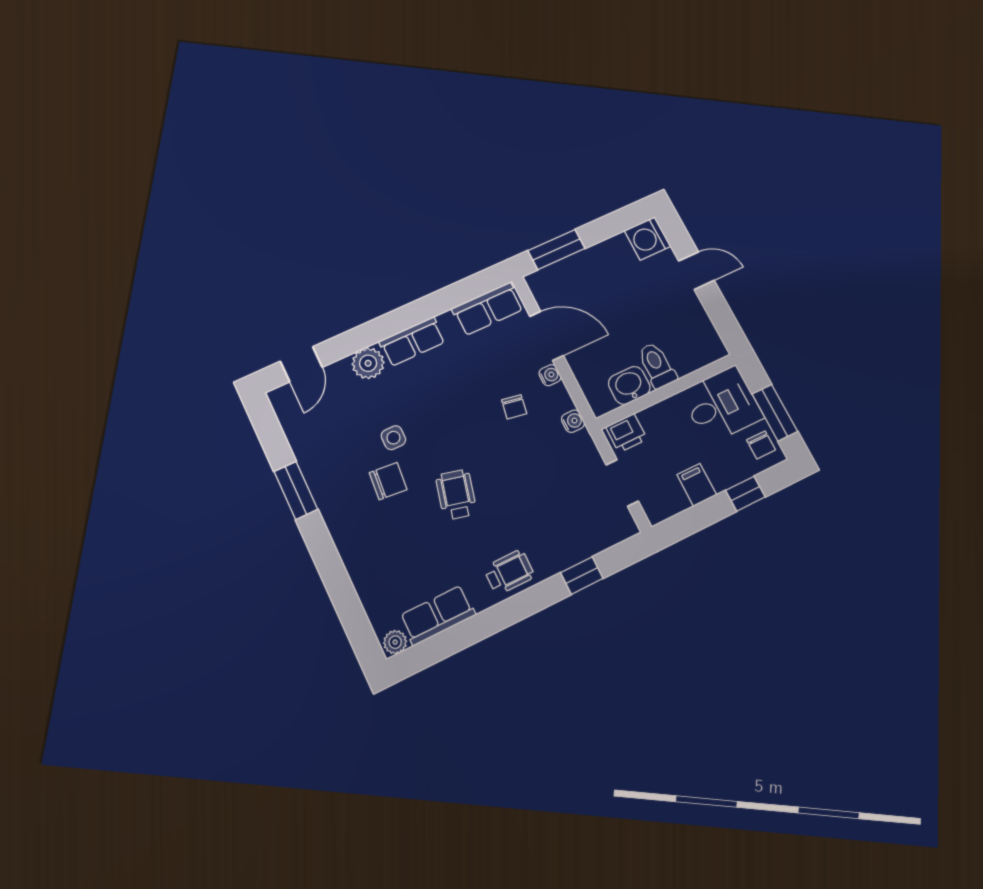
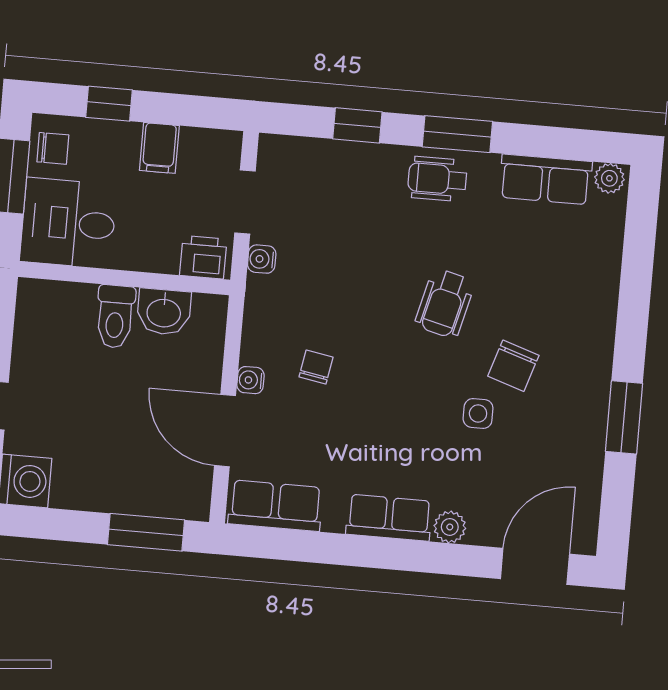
plant: (368, 363) -> (450, 527), width x0.73, depth x0.73
door: (301, 364) -> (535, 566), width x1.38
water cooler: (573, 421) -> (262, 259), moved
chair: (761, 445) -> (53, 148), turned 90
chair: (388, 481) -> (513, 366), turned -77
window: (514, 610) -> (457, 134), added

